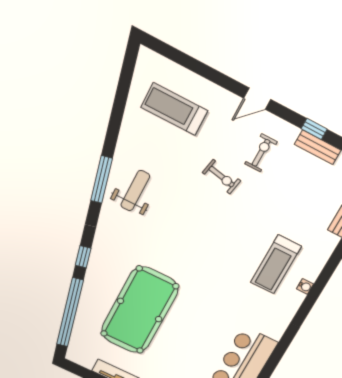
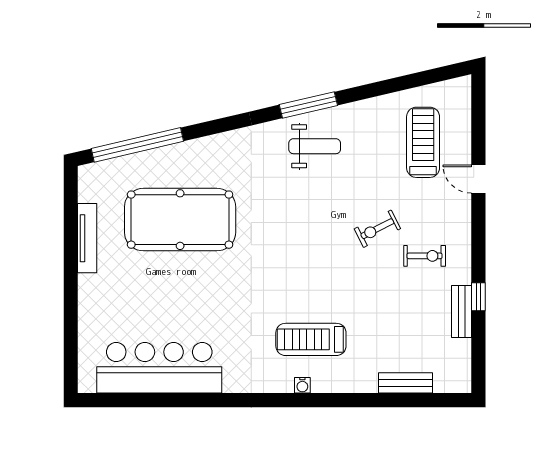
door: (257, 99) -> (478, 179), moved
exercise bike: (222, 177) -> (377, 229), turned 52
window: (83, 257) -> (211, 128), removed

